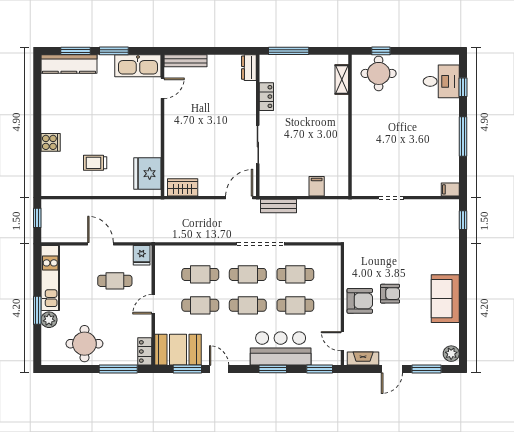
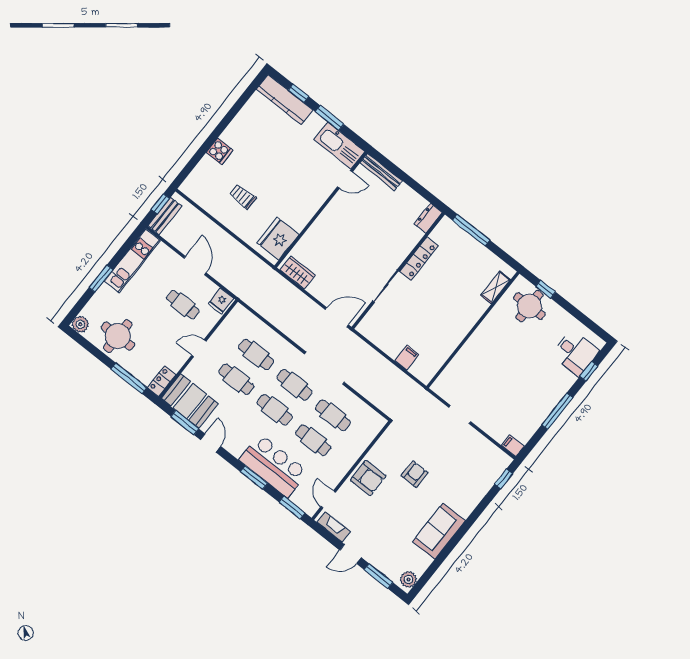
window: (76, 51) -> (298, 93), width x0.67
locker: (266, 97) -> (419, 259), width x1.53
bench: (278, 206) -> (165, 216), moved, turned 90
armchair: (390, 294) -> (414, 474), moved, turned -90
plant: (49, 320) -> (80, 324), moved

